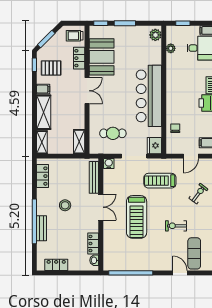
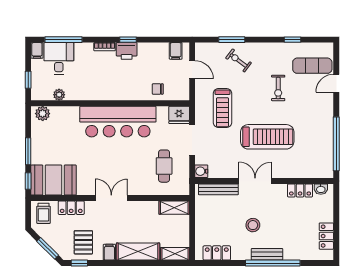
booth: (102, 57) -> (54, 180), moved
bench: (41, 228) -> (267, 254), moved

